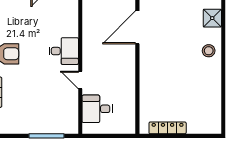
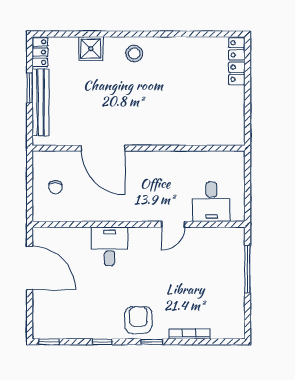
desk: (64, 51) -> (110, 246), moved
locker: (168, 128) -> (237, 61), moved

